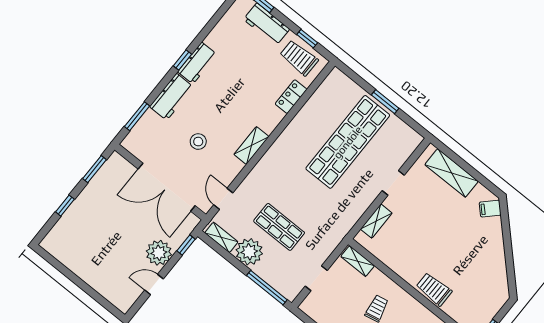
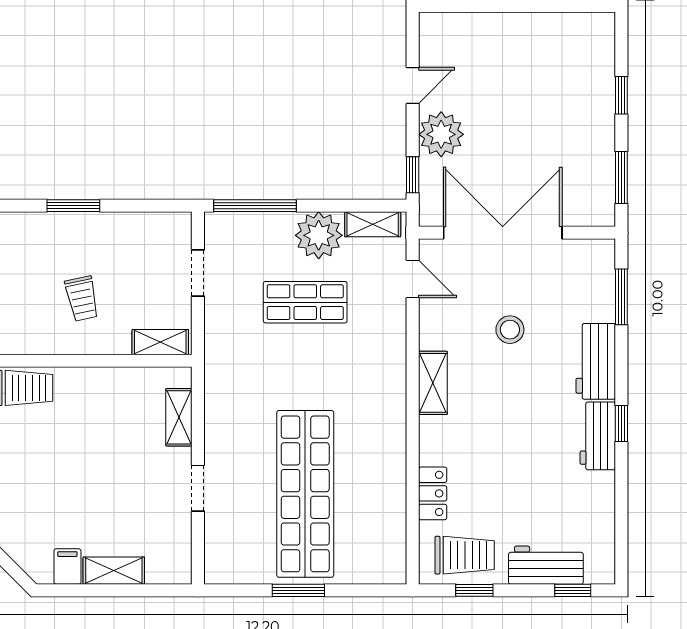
shelving: (452, 173) -> (114, 571), width x0.67, depth x0.75
filing cabinet: (490, 209) -> (67, 567), moved, turned -45

